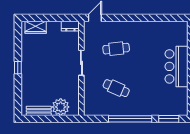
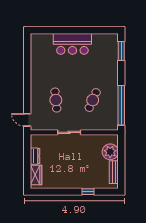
dresser: (70, 26) -> (35, 156), moved
window: (18, 68) -> (88, 192), moved
window: (130, 119) -> (121, 105), moved

